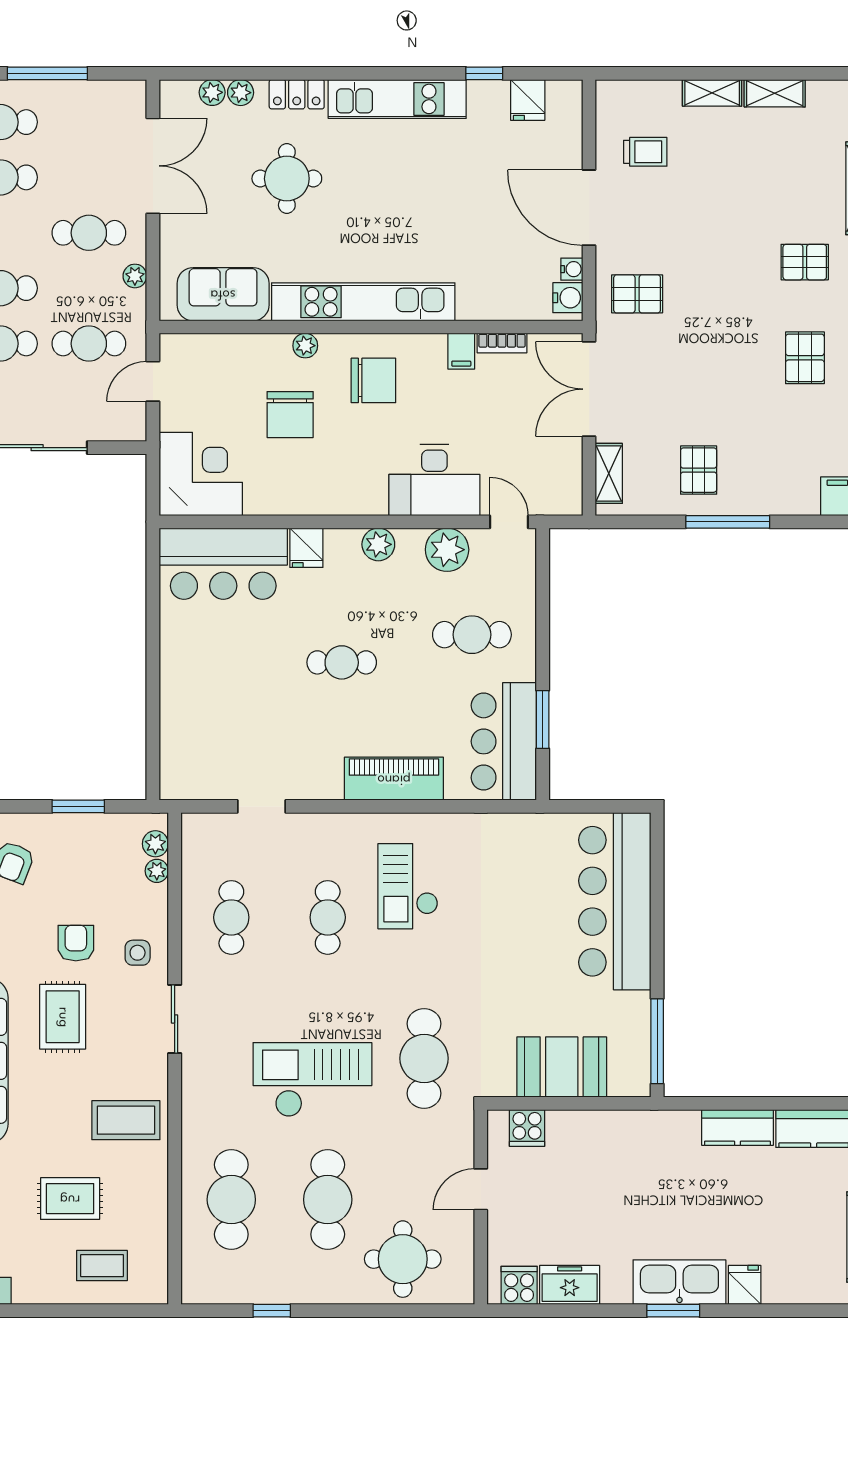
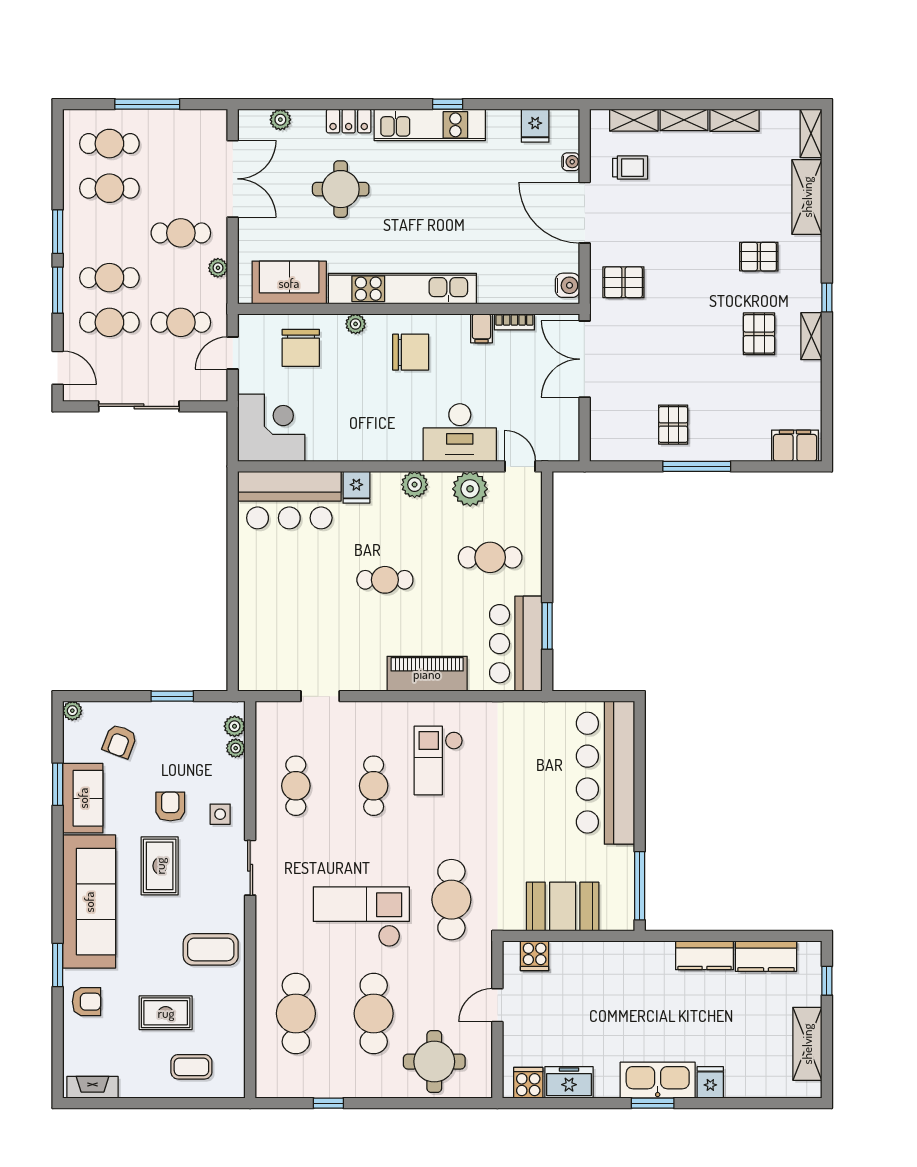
window: (484, 73) -> (448, 104), moved
plant: (241, 93) -> (303, 120), removed
water cooler: (572, 269) -> (571, 162), moved
chair: (290, 415) -> (301, 348), moved
shelving: (609, 473) -> (634, 120), moved, turned 90

